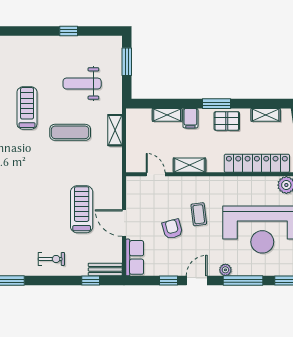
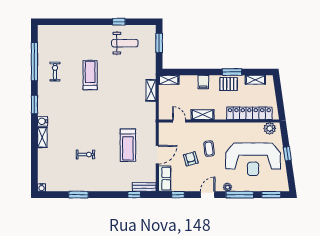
weight bench: (82, 84) -> (125, 43), moved, turned 180
window: (217, 104) -> (232, 72), moved
shelving: (167, 115) -> (169, 80), moved
exercise mat: (70, 132) -> (120, 92), removed
treadmill: (82, 209) -> (128, 145), turned 180
door: (124, 223) -> (157, 155), swing flipped
exercise bike: (51, 259) -> (85, 155), moved
window: (169, 281) -> (178, 195), moved

